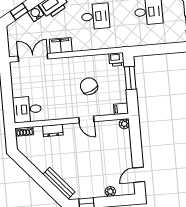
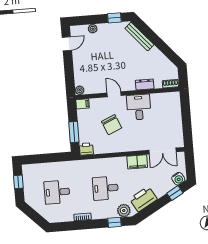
water cooler: (36, 13) -> (178, 179), moved
desk: (27, 109) -> (139, 107), moved, turned -90

